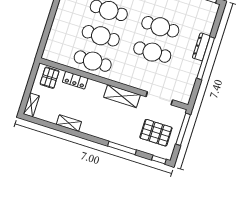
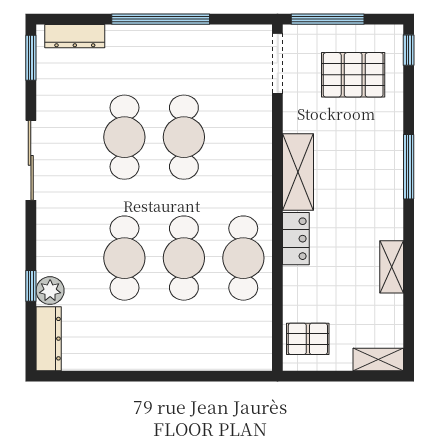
dresser: (201, 47) -> (75, 36), moved
locker: (75, 80) -> (296, 239), moved
doorway: (159, 98) -> (277, 63), moved
pallet: (156, 133) -> (353, 75), turned 90
window: (122, 148) -> (409, 167), moved

